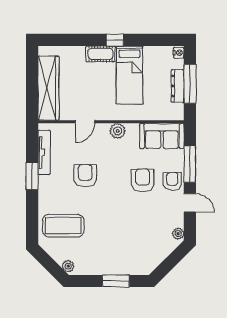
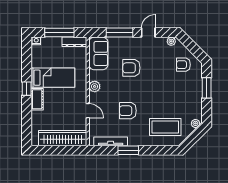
dresser: (177, 86) -> (74, 42), moved
armchair: (172, 181) -> (183, 65), moved
coffee table: (63, 226) -> (165, 127), turned 90

